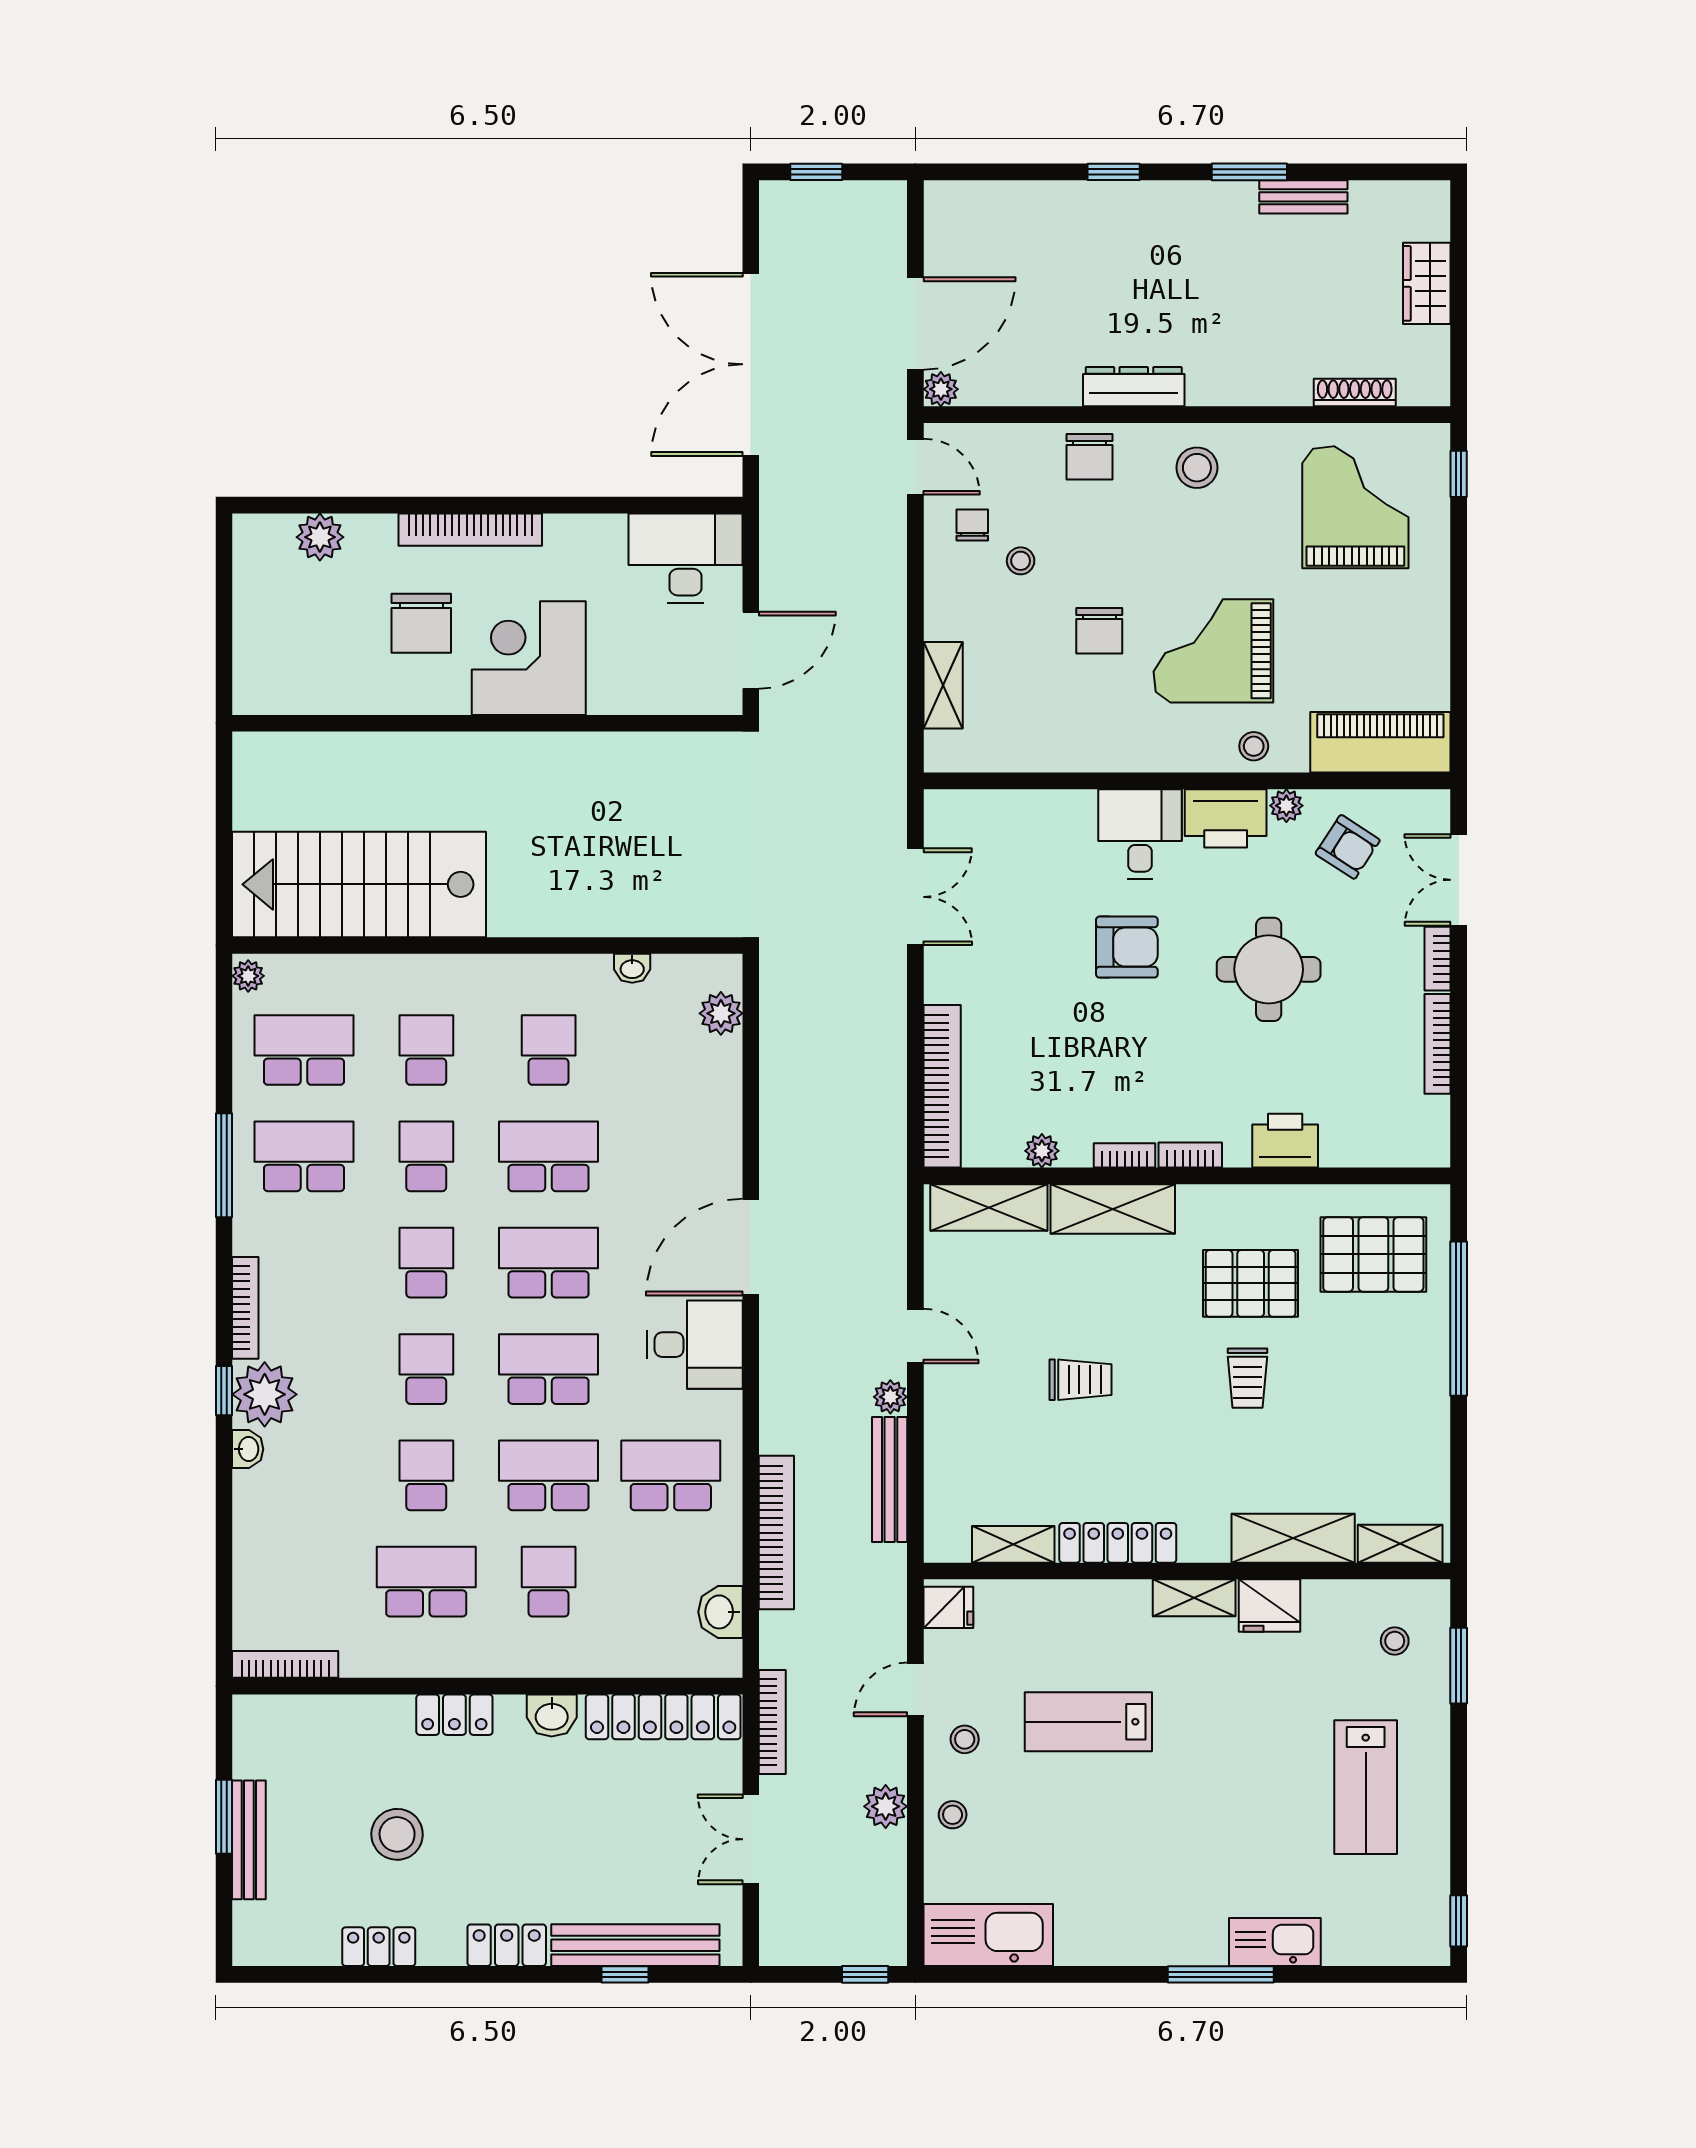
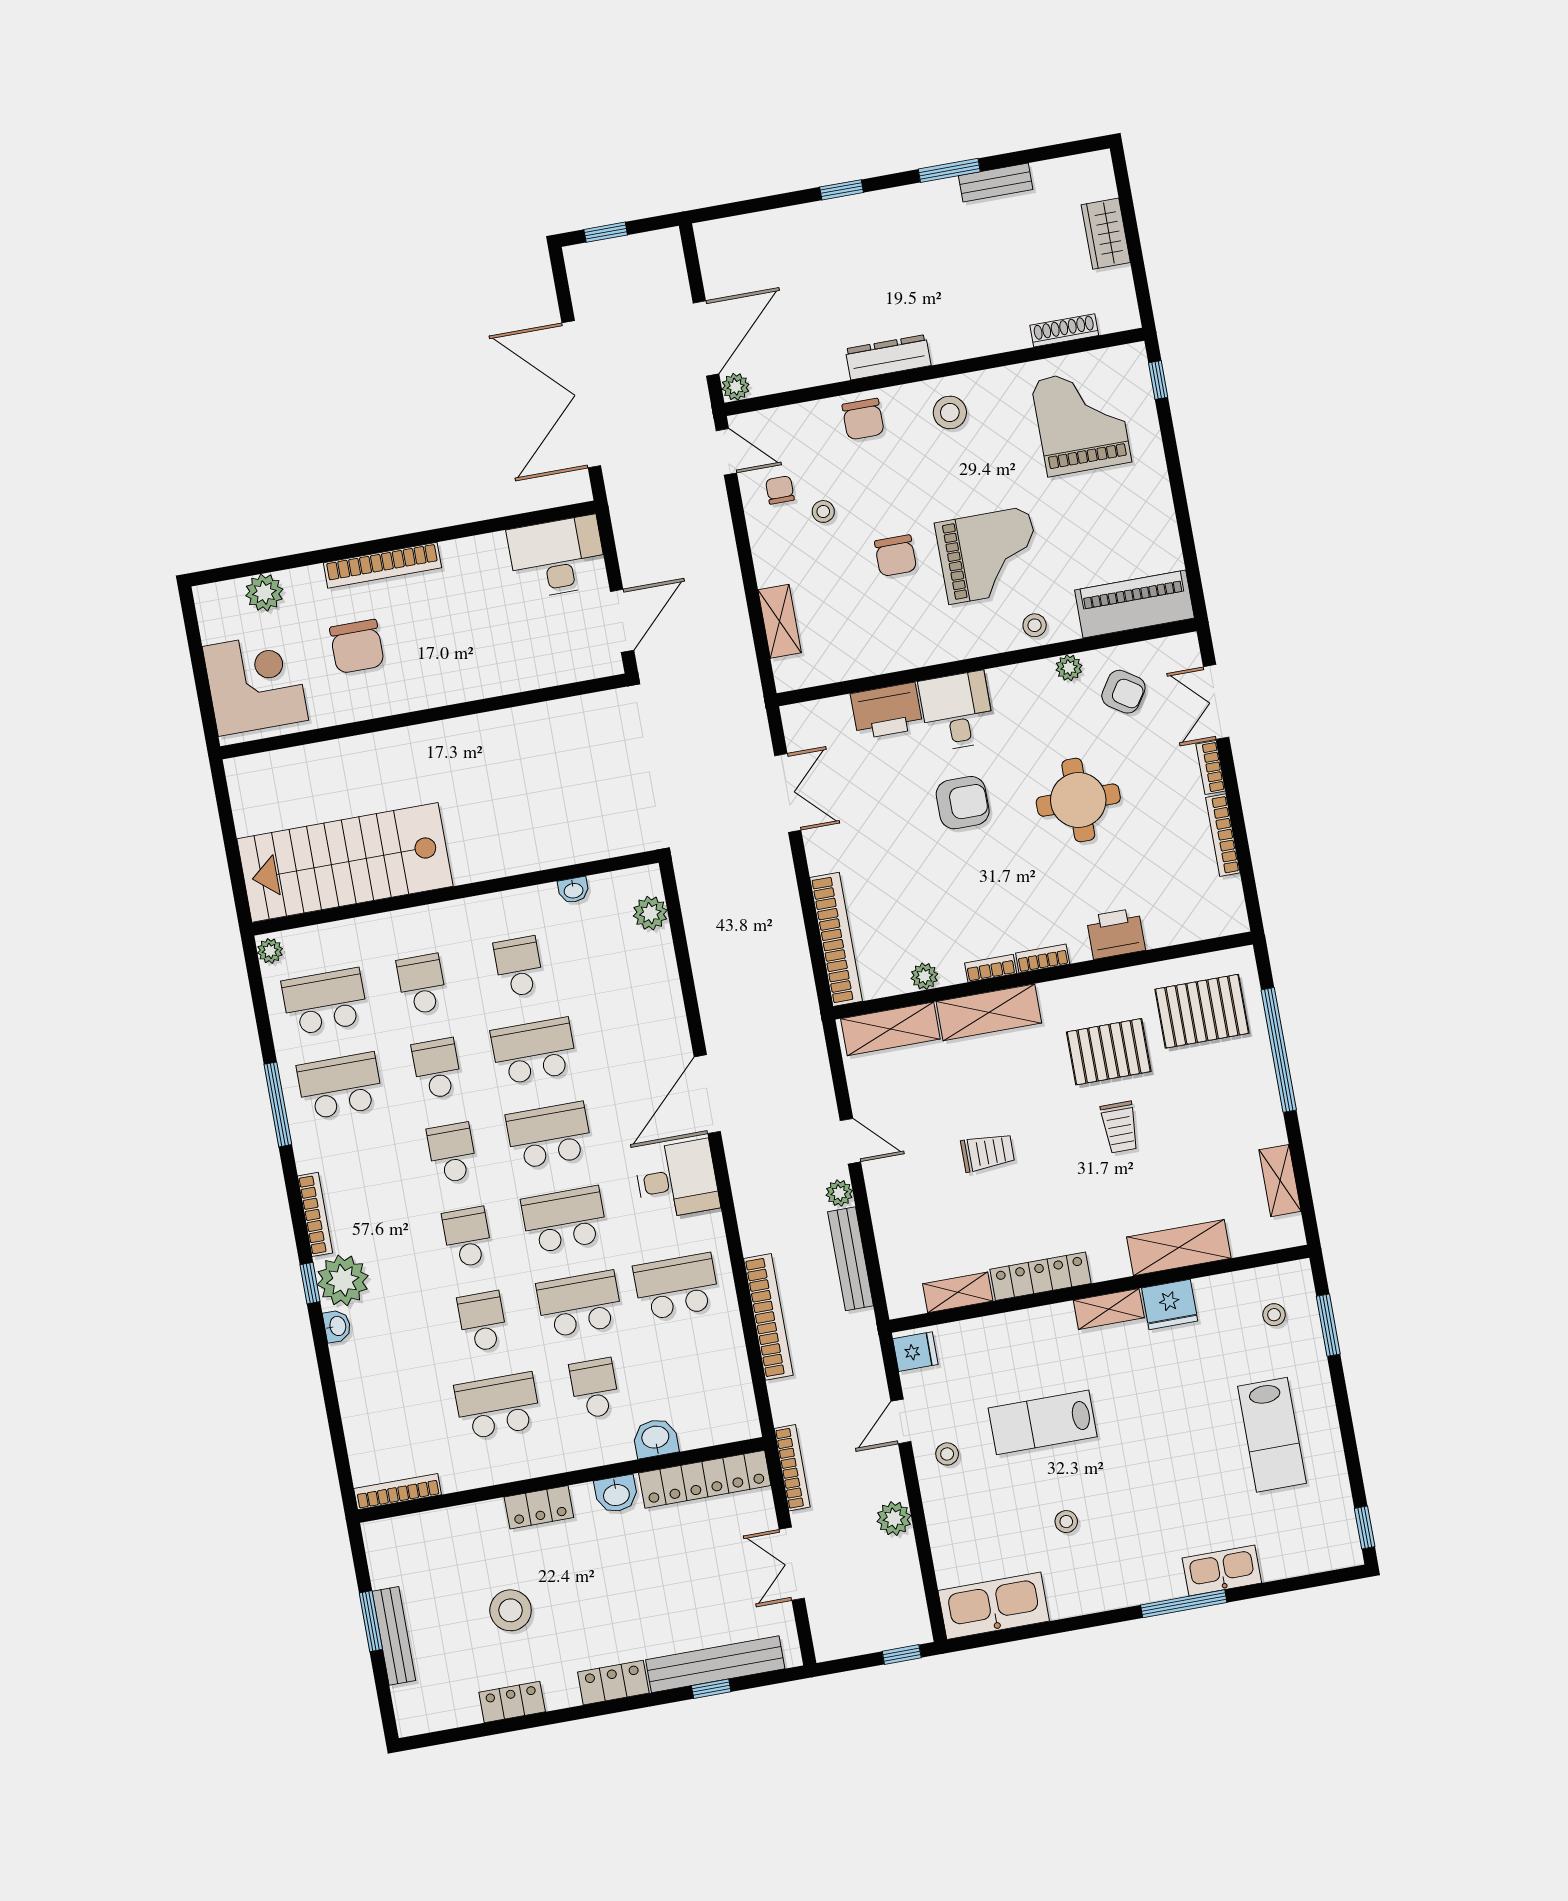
grand piano: (1213, 651) -> (989, 555), turned 180
corner desk: (529, 658) -> (255, 683), moved, turned 90
printer: (1226, 818) -> (887, 711), moved
shelving: (1400, 1544) -> (1280, 1181), moved, turned 90
washbasin: (720, 1612) -> (655, 1438), moved, turned 90
stool: (953, 1815) -> (1066, 1522), moved

